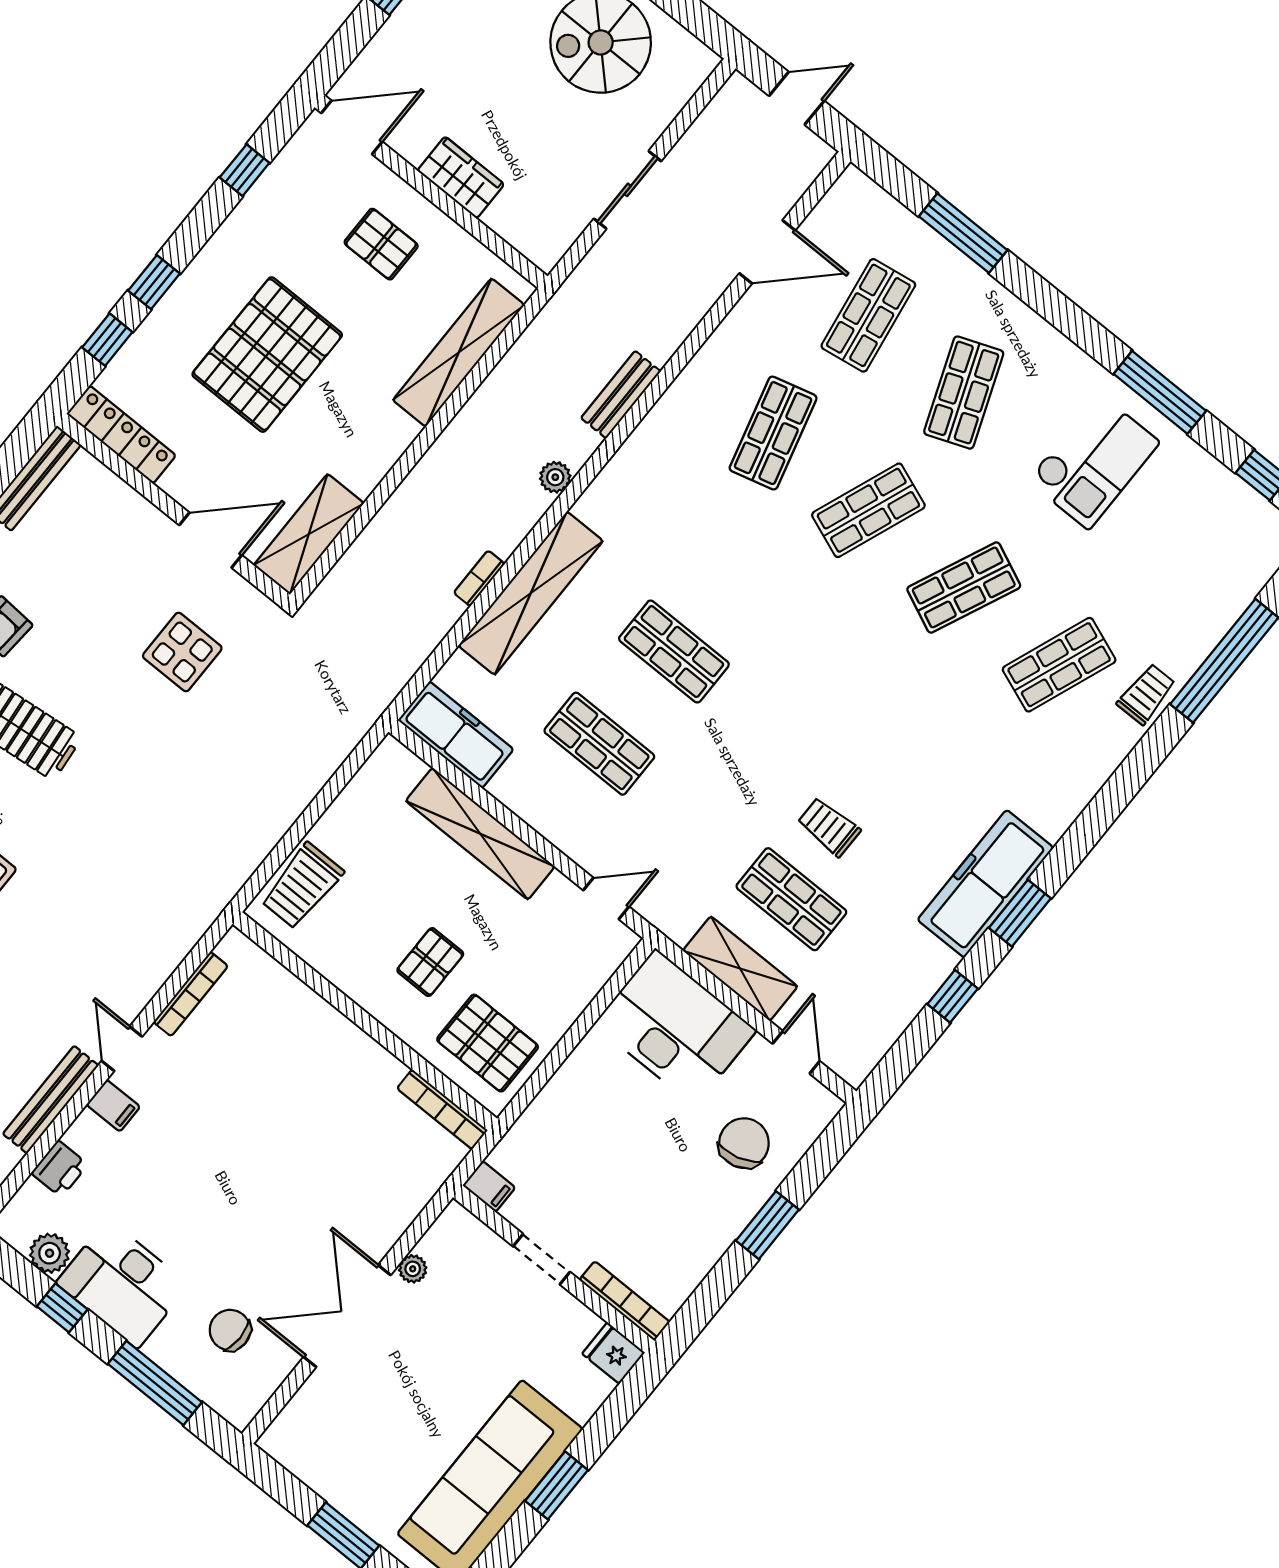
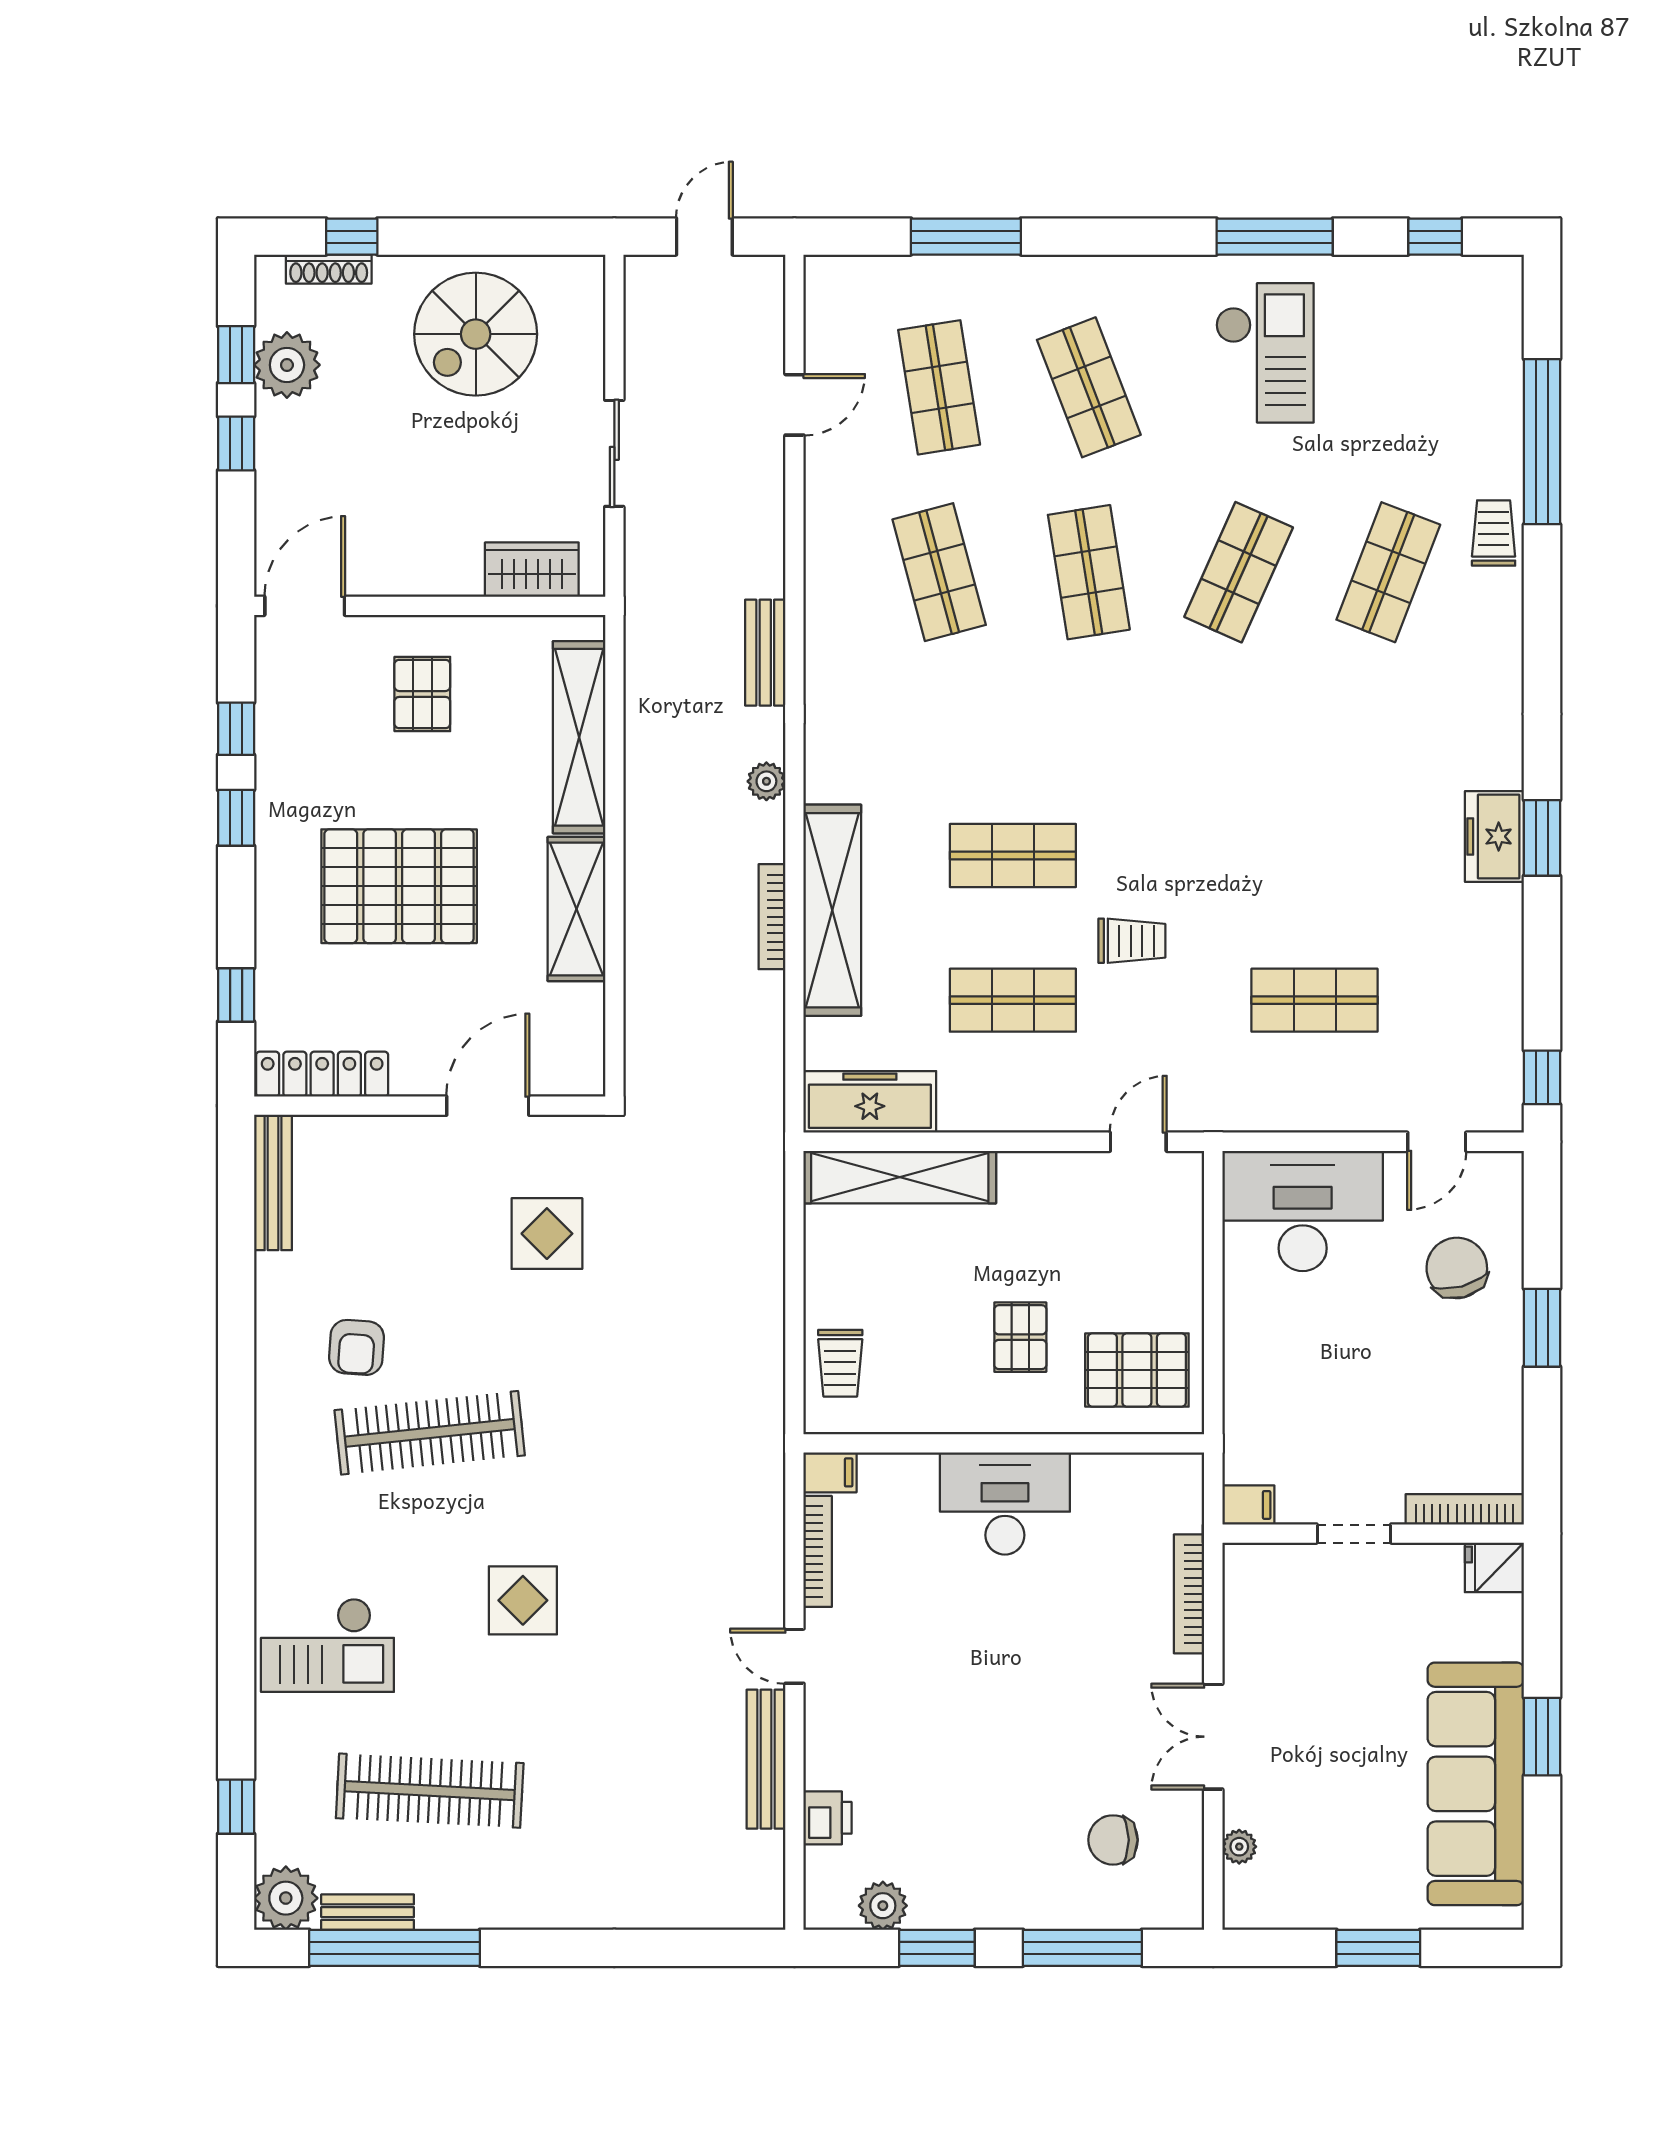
wardrobe: (461, 177) -> (532, 570), moved
pallet: (381, 244) -> (422, 694), turned 90
door: (767, 252) -> (794, 405), width x0.73
window: (154, 282) -> (236, 818), moved
pallet: (267, 355) -> (399, 886), turned 90
shop shelf: (868, 510) -> (1089, 572), turned -30
shelving: (309, 534) -> (576, 909), moved
bookcase: (479, 578) -> (772, 917), width x1.56
trolley: (829, 827) -> (1132, 941), moved, turned 180
shelving: (480, 834) -> (900, 1177), moved
freezer: (985, 884) -> (1494, 836), width x0.52, depth x0.79
trolley: (302, 886) -> (840, 1363), width x0.73, depth x0.72
shelving: (740, 969) -> (1319, 1105), removed
window: (953, 996) -> (1542, 1077), moved
door: (796, 1052) -> (1437, 1142), swing flipped
filing cabinet: (113, 1106) -> (830, 1472), moved
bookcase: (442, 1109) -> (1189, 1594), moved, turned 90
plant: (413, 1269) -> (1239, 1847), moved
desk: (122, 1284) -> (1005, 1504), moved, turned 180
window: (62, 1308) -> (937, 1948), width x1.50
double door: (347, 1316) -> (1213, 1737), width x0.73

